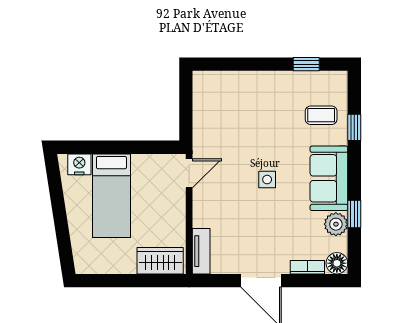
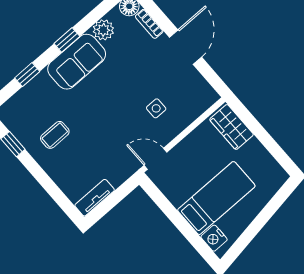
coffee table: (321, 115) -> (55, 135), moved, turned 90
side table: (267, 180) -> (156, 108), moved
window: (354, 214) -> (67, 40), moved
tv unit: (201, 251) -> (95, 198), moved

